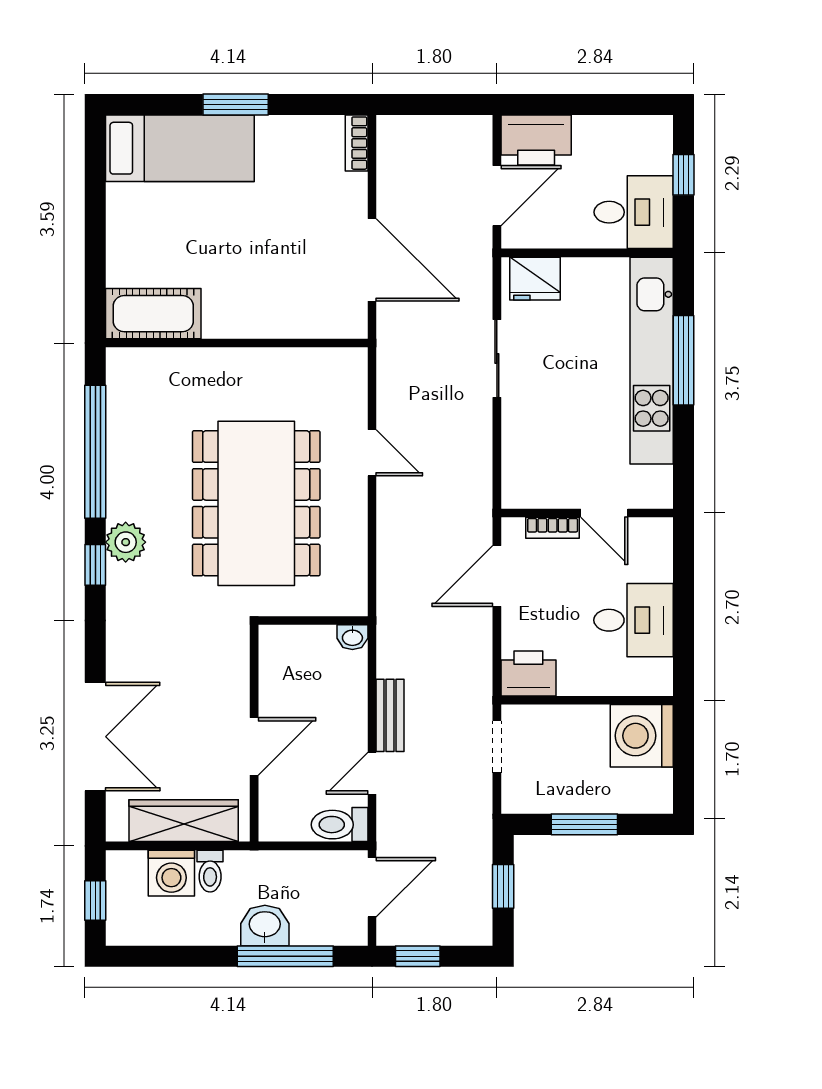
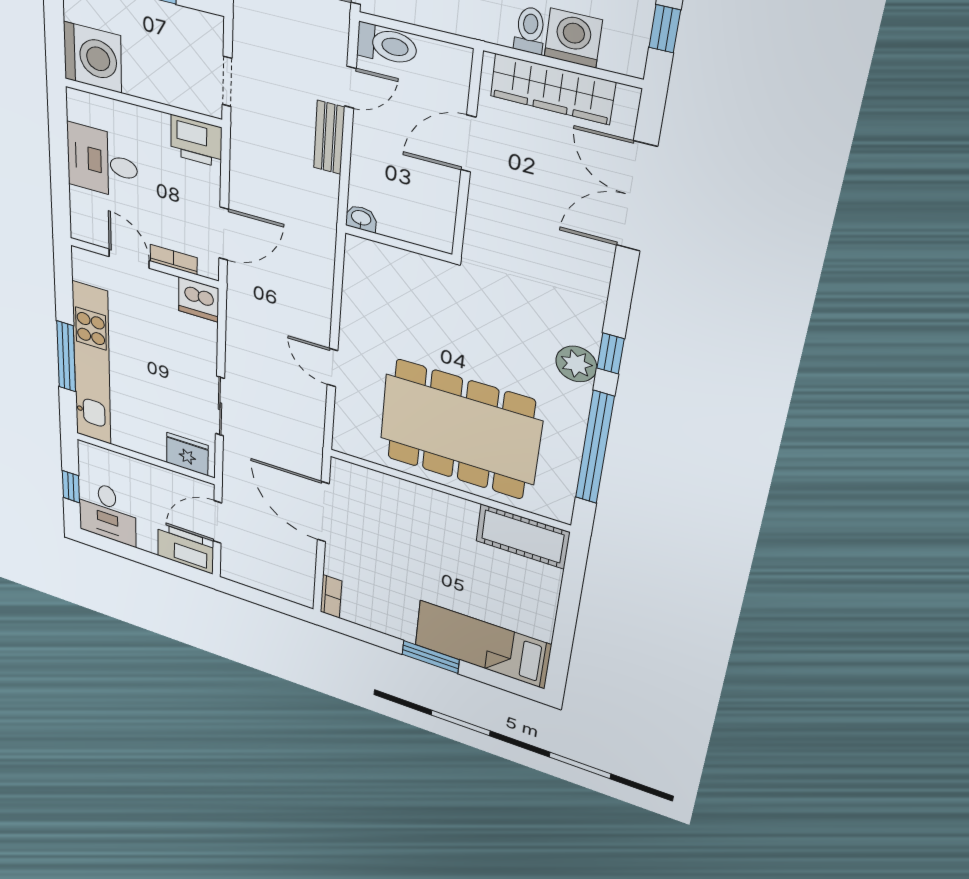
desk: (634, 212) -> (107, 512), moved, turned -90
dishwasher: (524, 488) -> (199, 300), added
dining table: (256, 503) -> (460, 429), moved, turned 90

